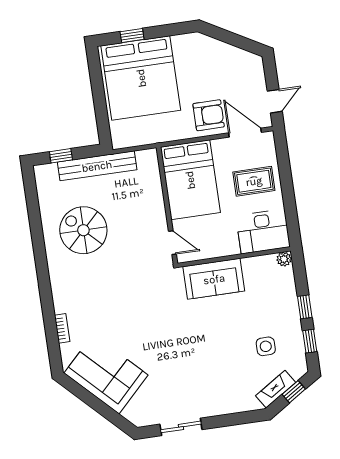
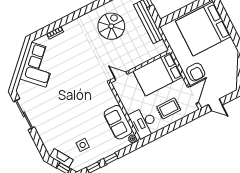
window: (132, 35) -> (224, 17), removed
rug: (254, 181) -> (169, 108), turned 90
door: (172, 243) -> (121, 76), swing flipped
sofa: (214, 279) -> (118, 122), moved
sliding door: (181, 427) -> (24, 114), width x1.37

